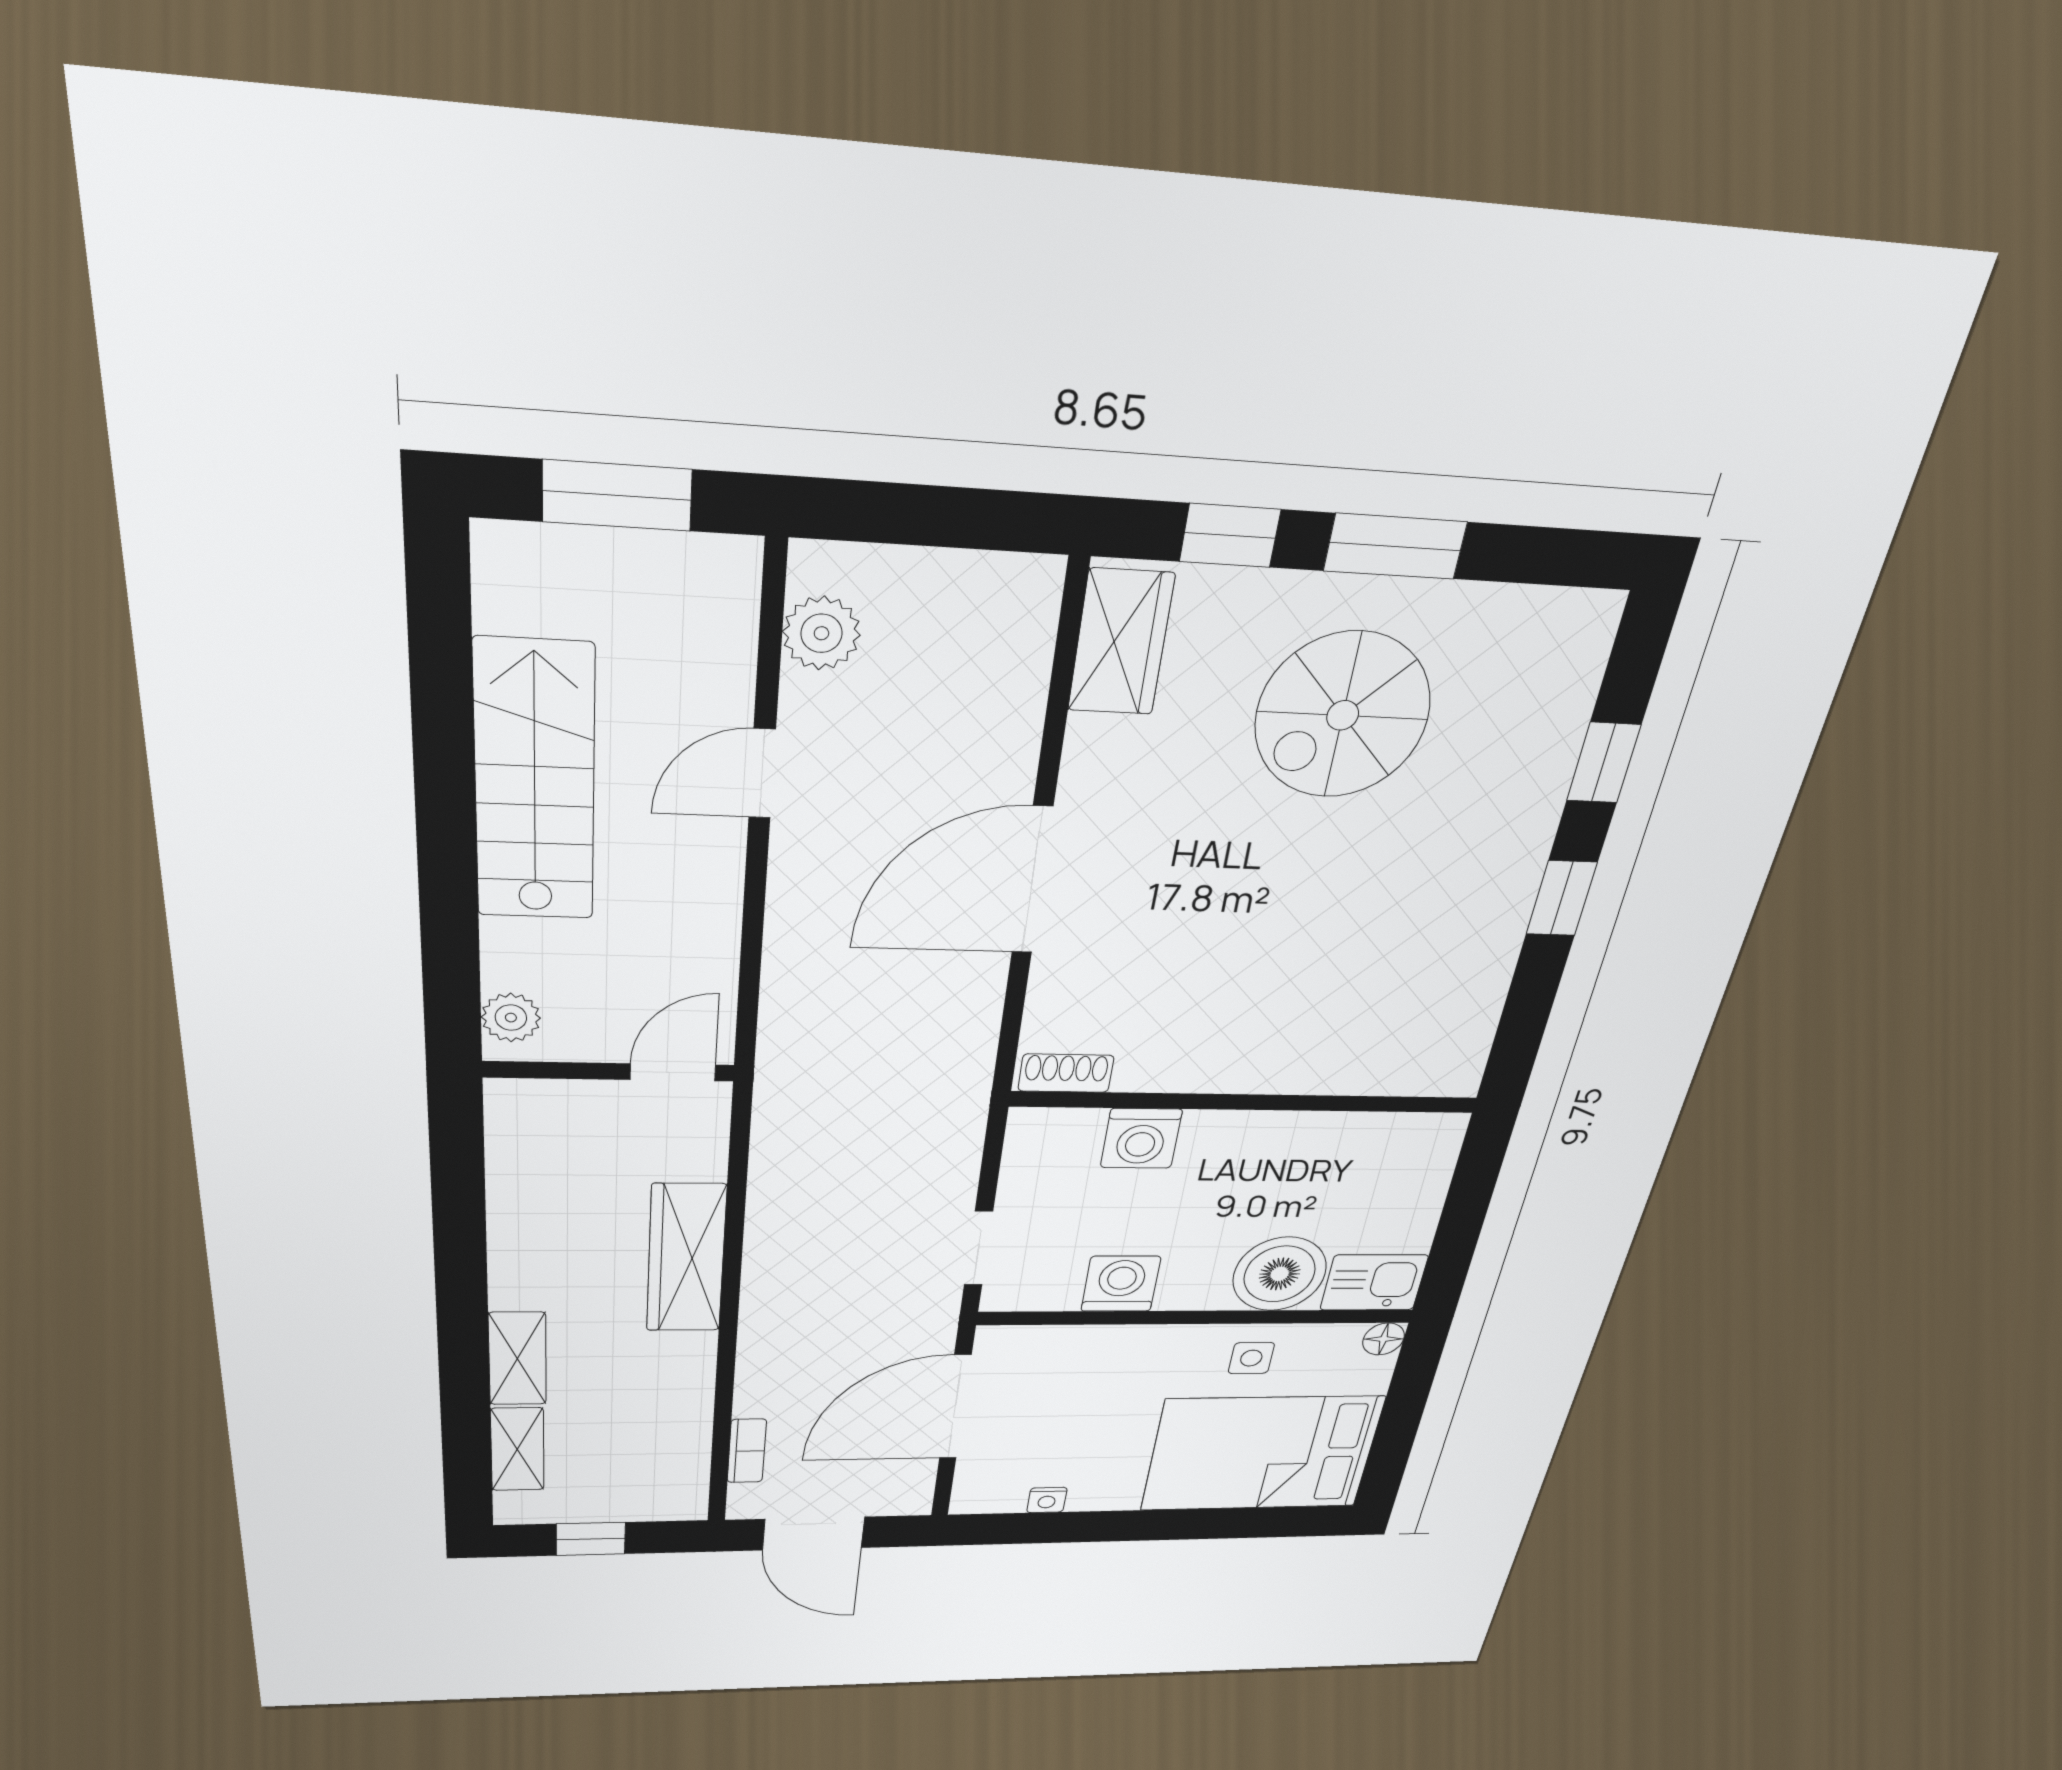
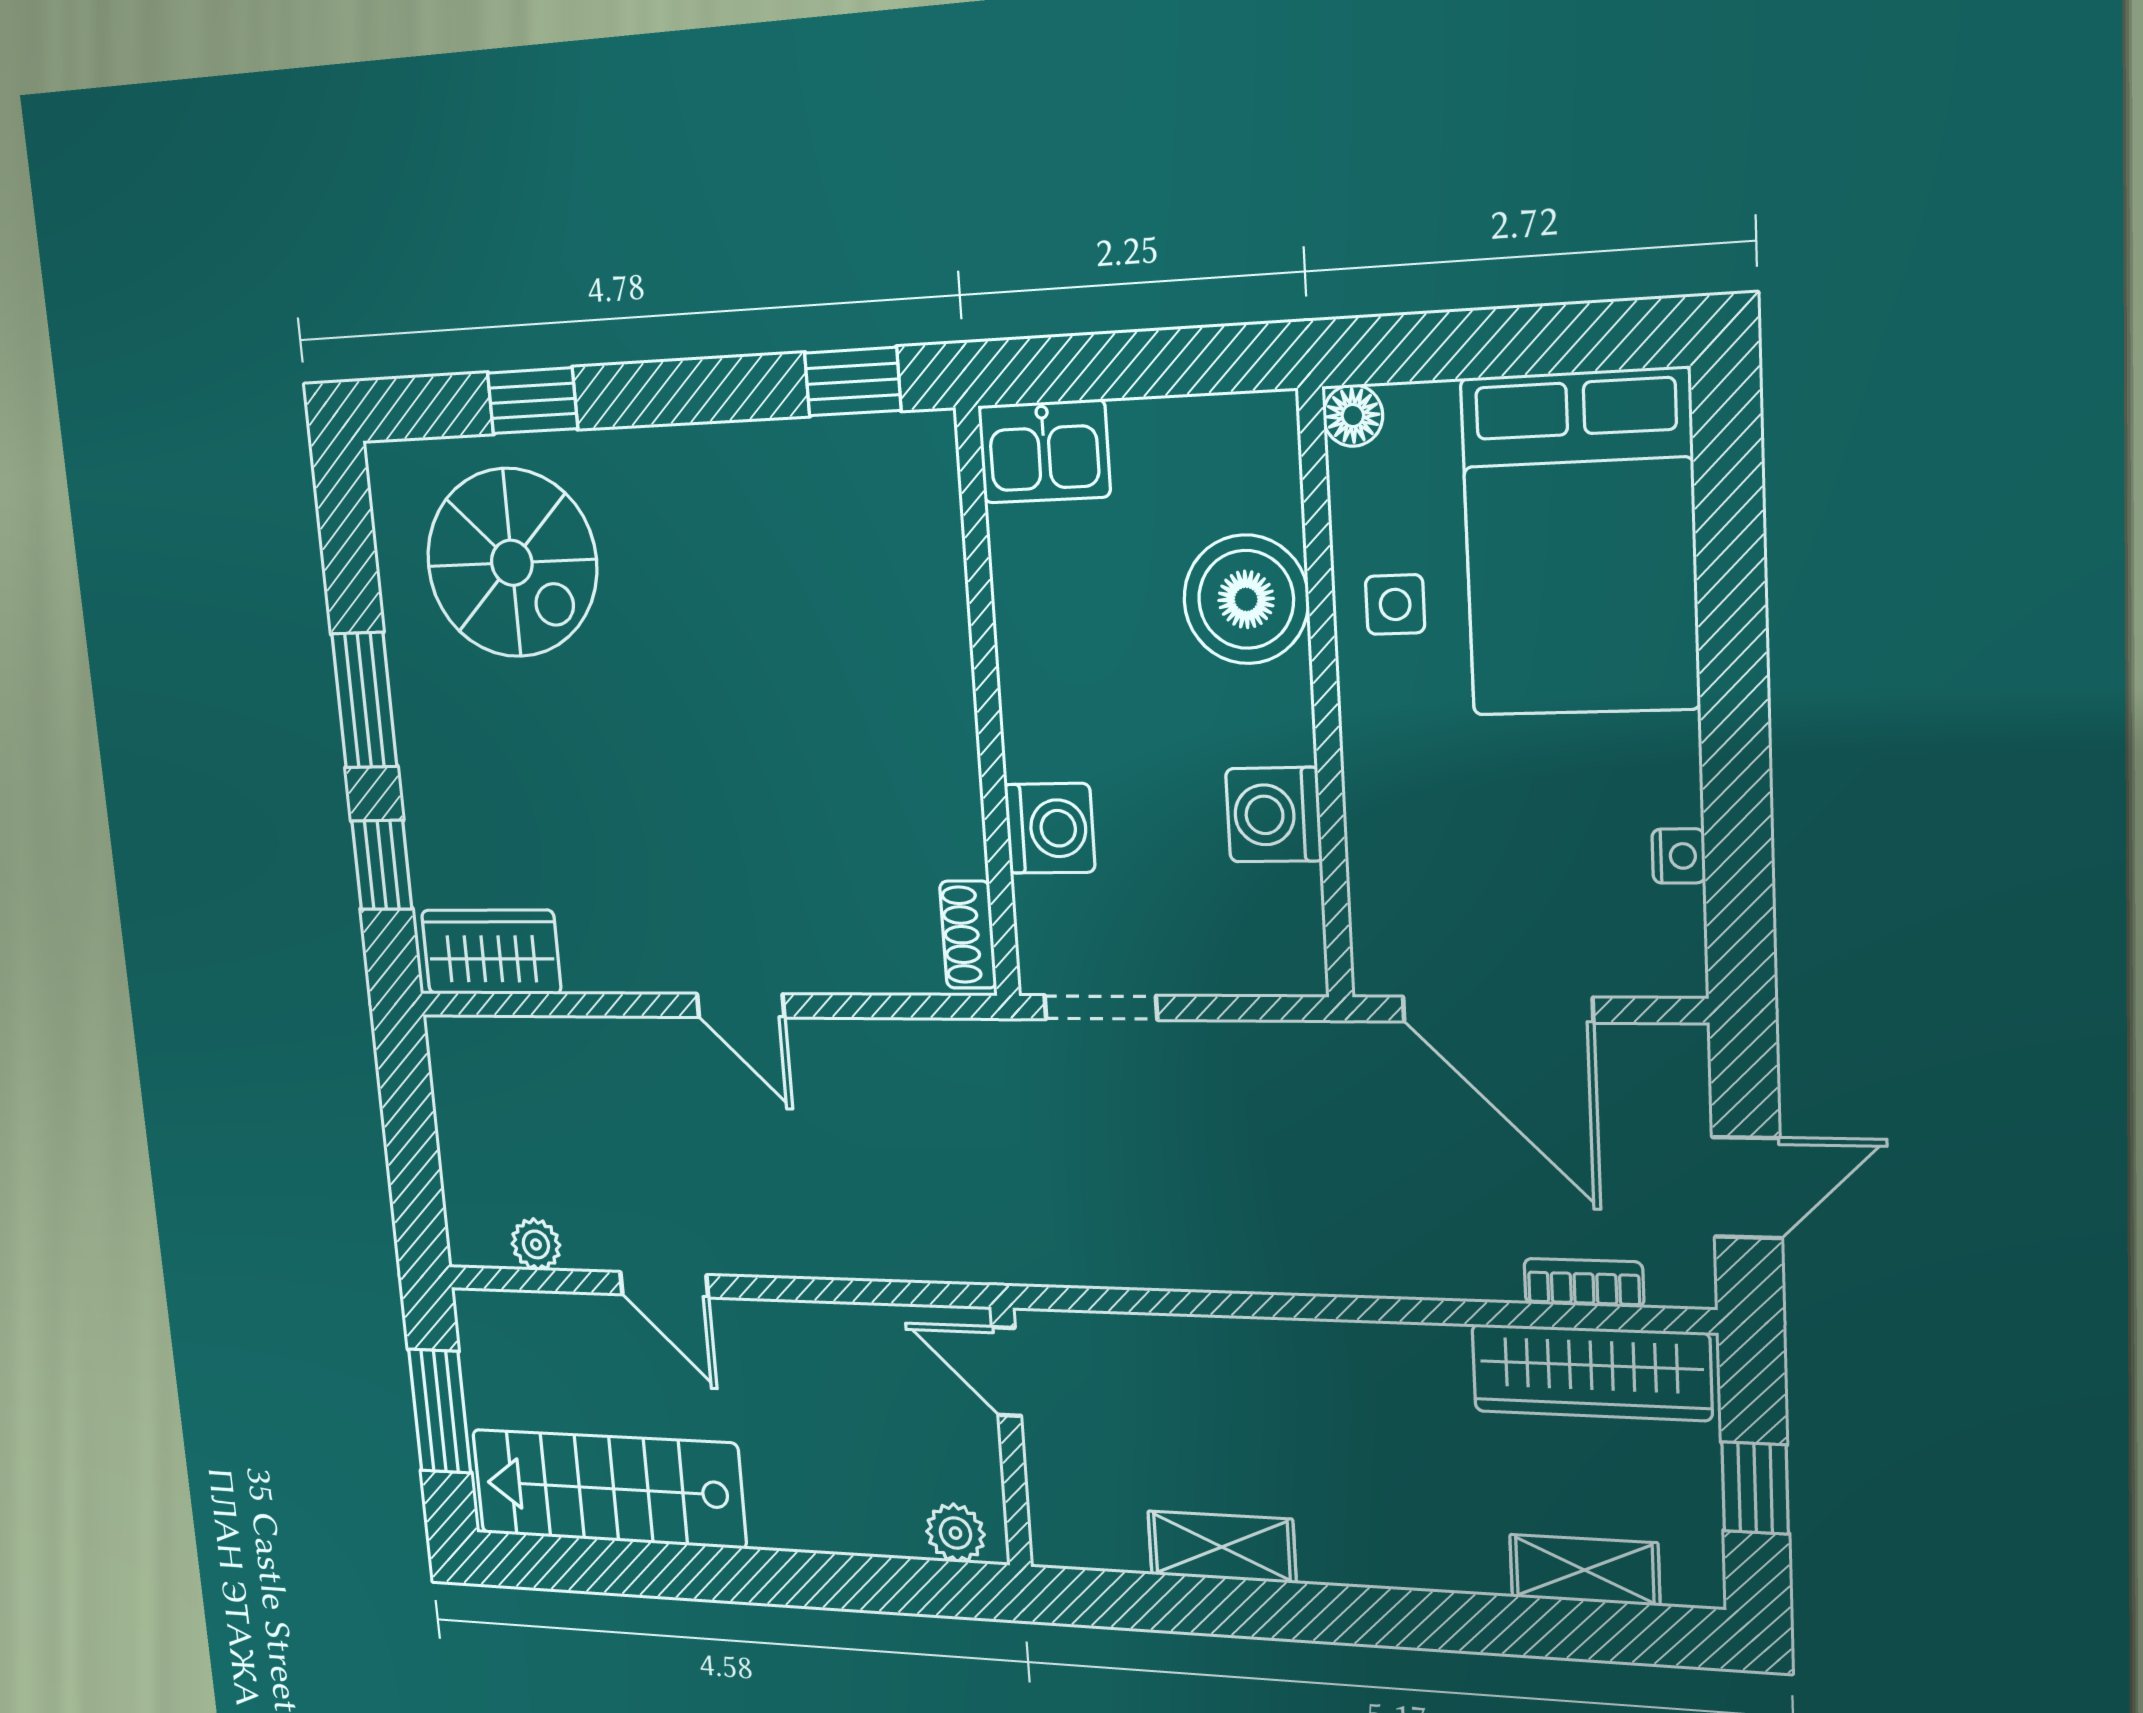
plant: (821, 633) -> (536, 1244), width x0.73, depth x0.73
spiral stairs: (1343, 715) -> (512, 563), moved
stairs: (535, 783) -> (608, 1489), moved
door: (1032, 881) -> (741, 1006), width x0.53
window: (1562, 898) -> (853, 382), moved
doorway: (978, 1248) -> (1101, 1007), moved
wardrobe: (686, 1258) -> (1591, 1372), moved
kitchen sink: (1374, 1283) -> (1044, 451), moved, turned -90
shelving: (517, 1359) -> (1222, 1547), moved
door: (814, 1533) -> (1747, 1188), width x0.73

